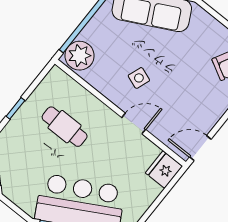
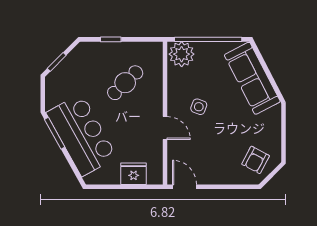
cafe table: (65, 127) -> (125, 83), turned 46
fridge: (164, 170) -> (134, 174), moved

